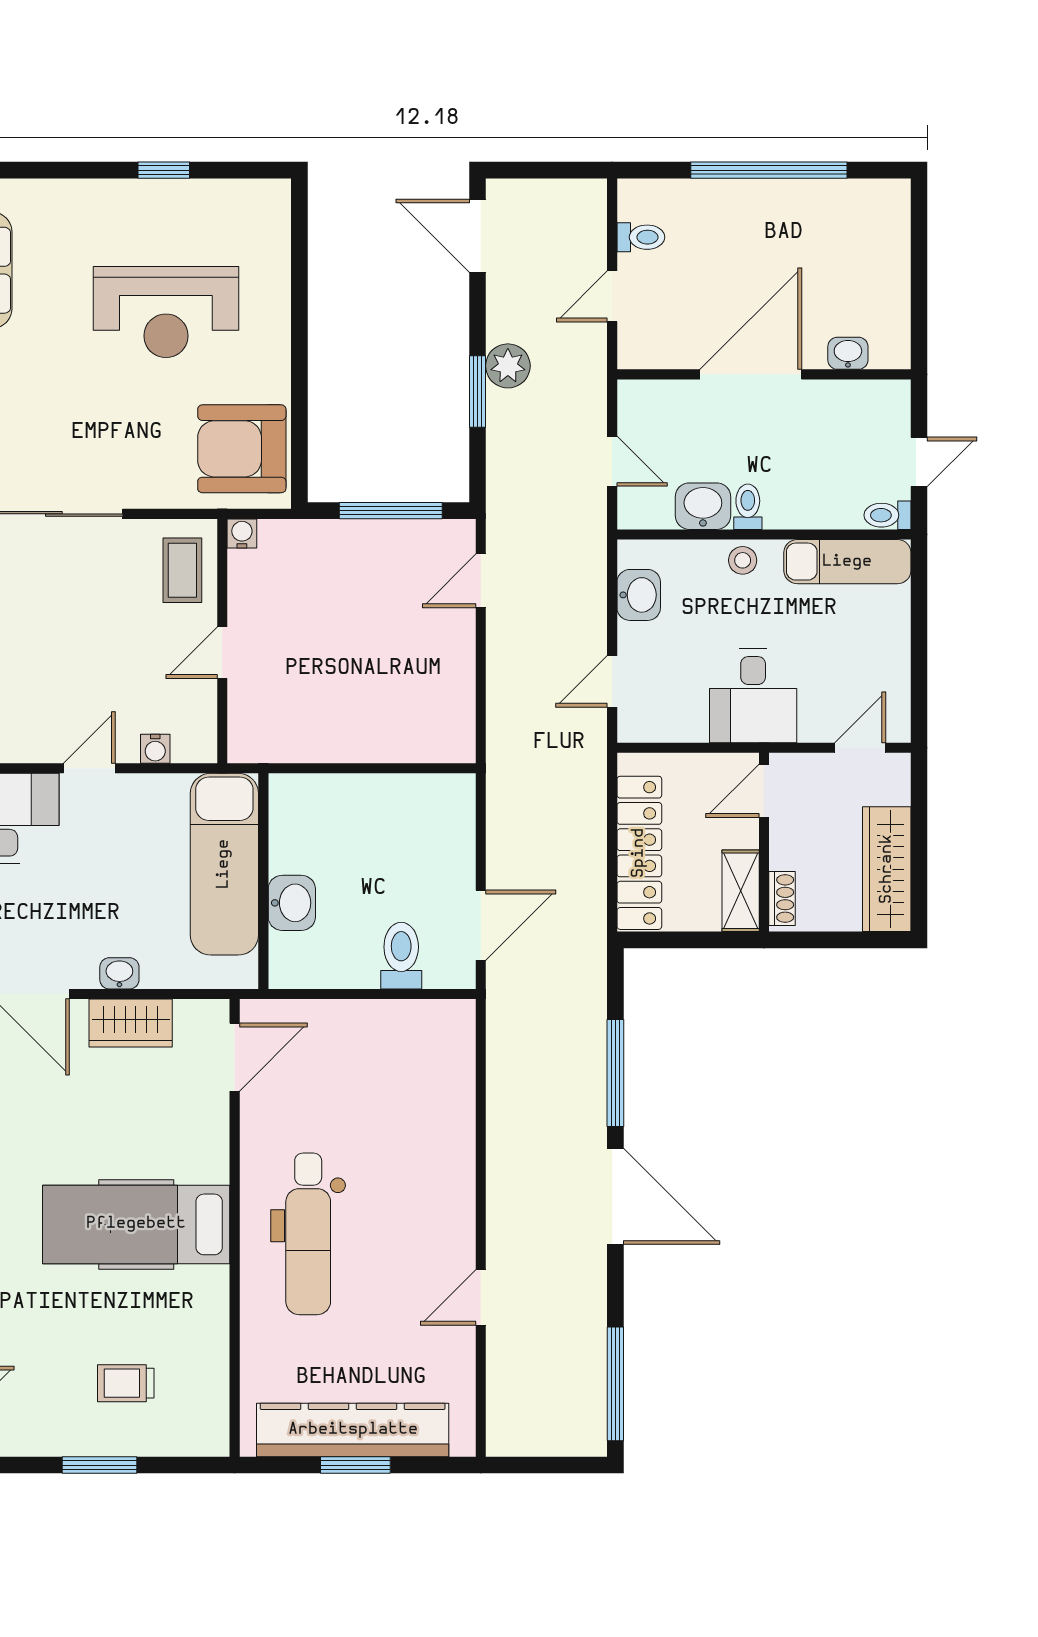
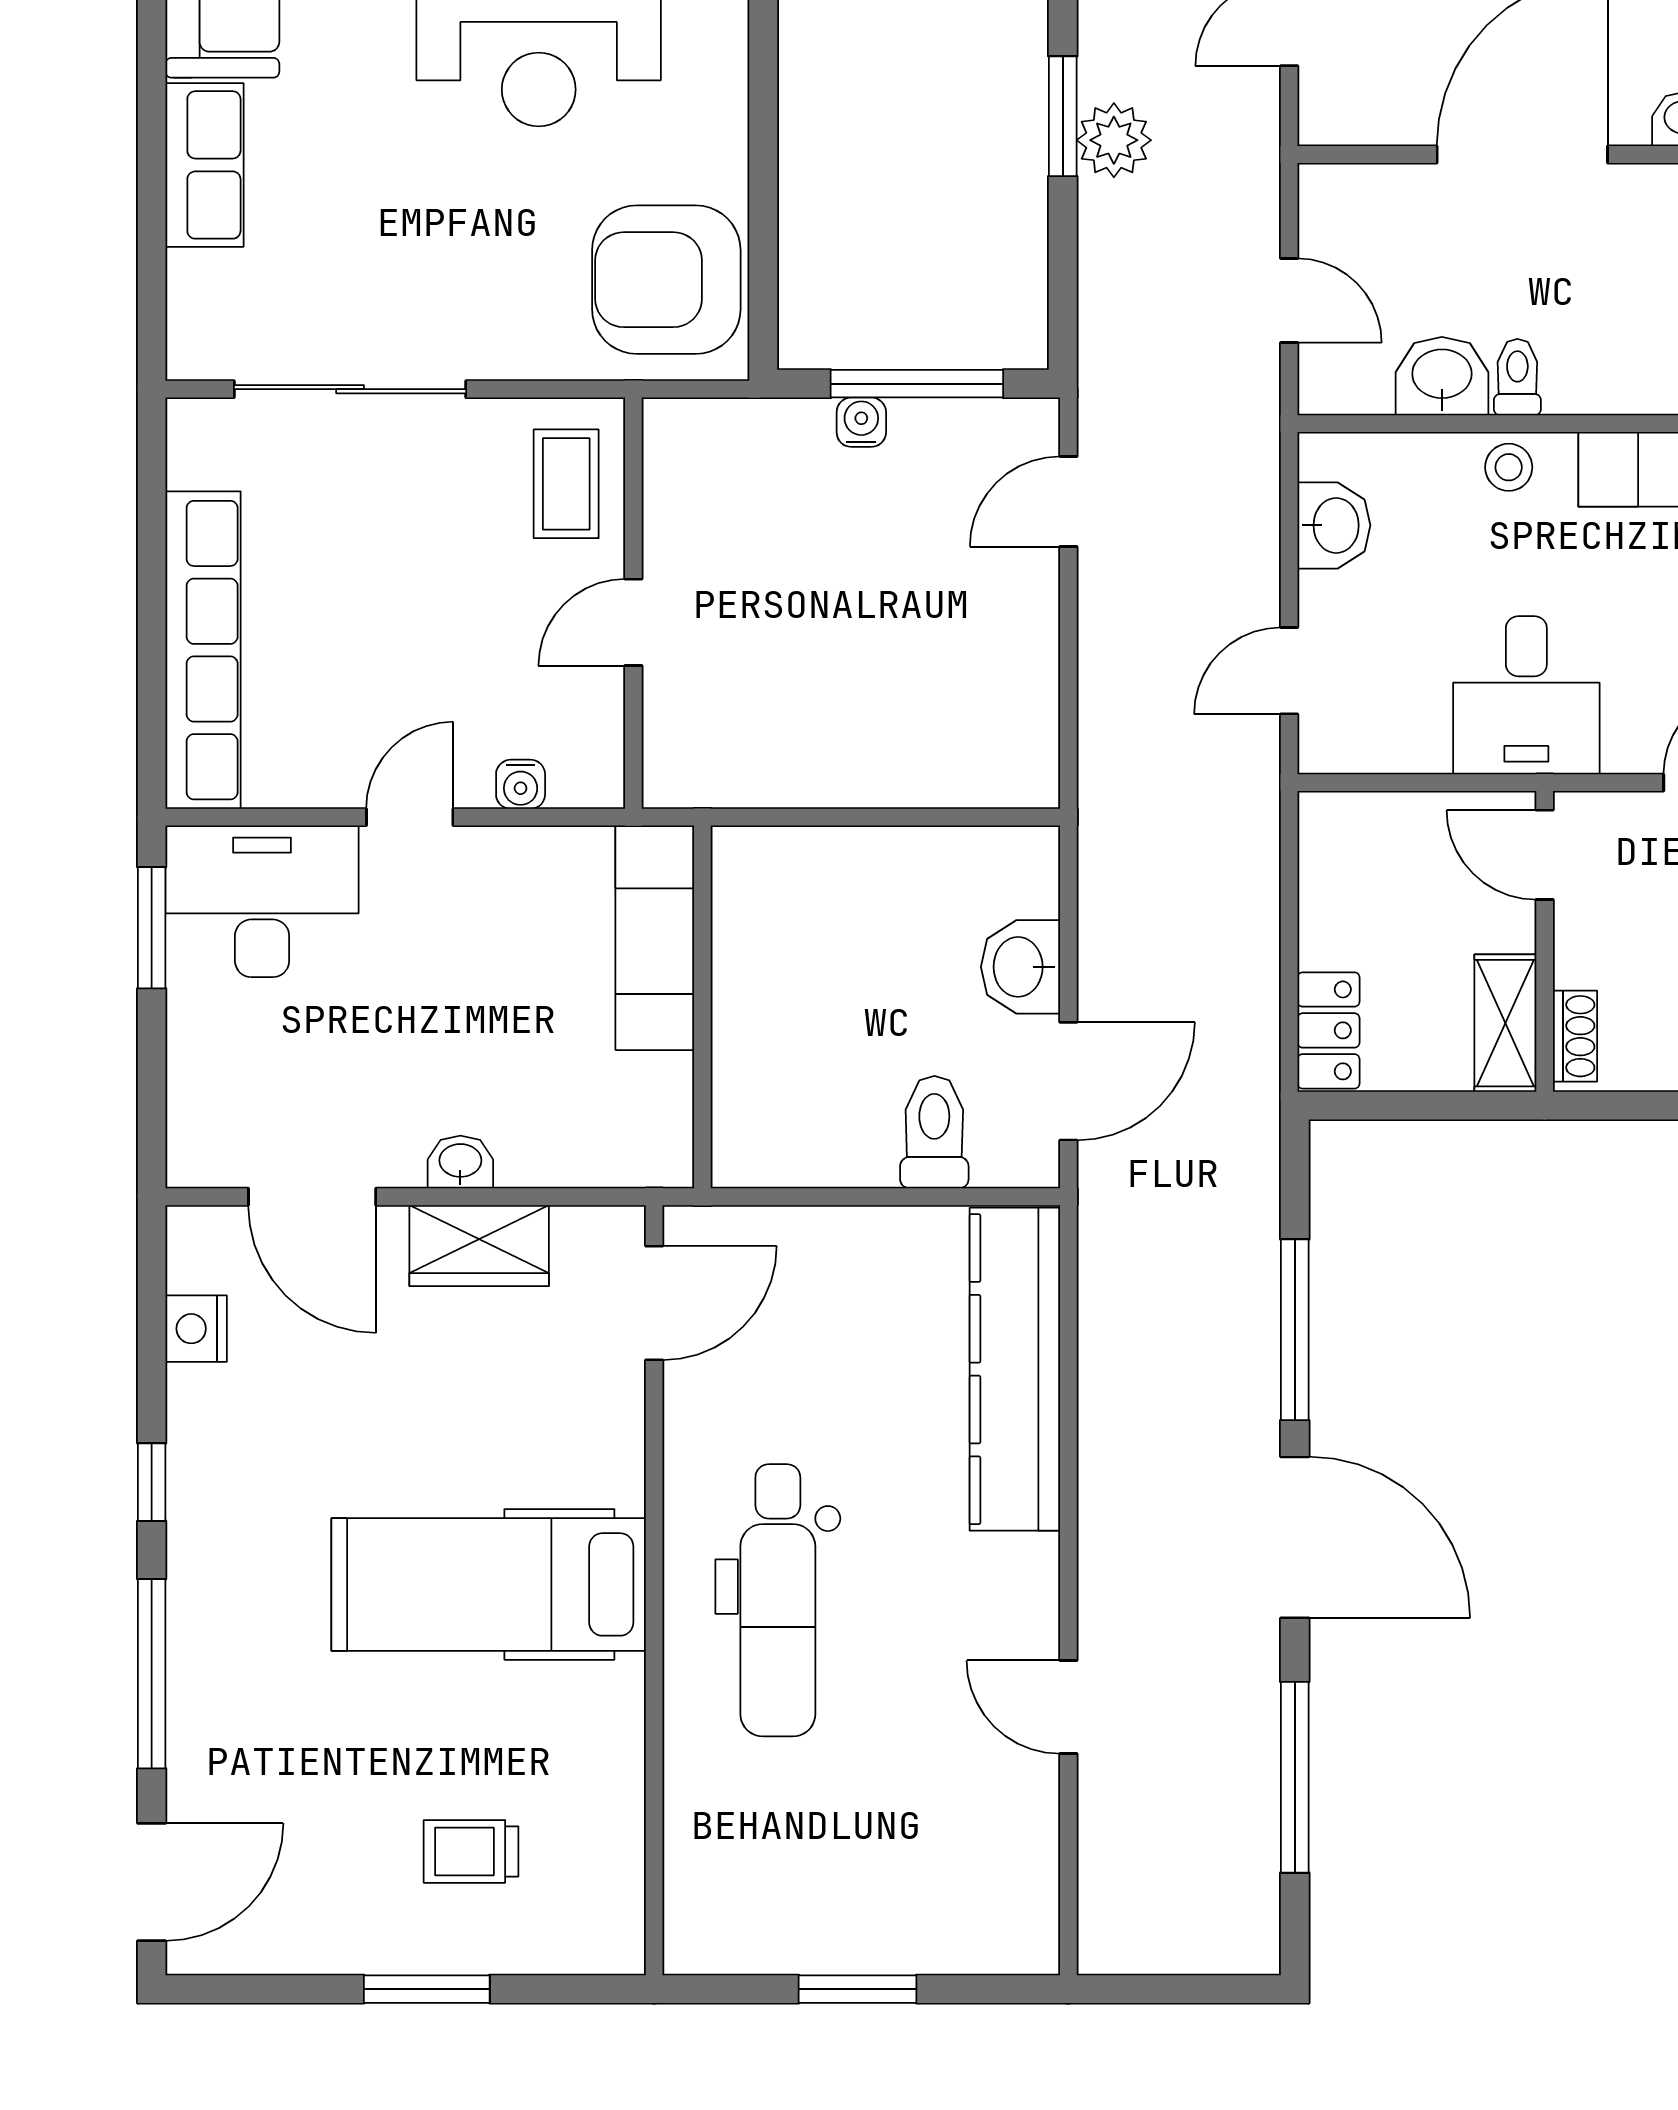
window: (478, 392) -> (1063, 116), moved
water cooler: (242, 534) -> (861, 422), moved
door: (764, 791) -> (1545, 855), hinge flipped
locker: (639, 853) -> (1329, 1030), width x0.46, depth x0.83
exam couch: (224, 864) -> (655, 938), width x0.73, depth x0.69
washbasin: (292, 903) -> (1020, 967), moved, turned 180
door: (481, 1297) -> (1068, 1707), hinge flipped
window: (615, 1384) -> (1295, 1777), moved
kitchen counter: (353, 1430) -> (1015, 1369), moved, turned -90

